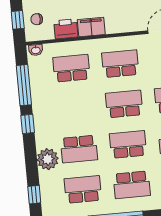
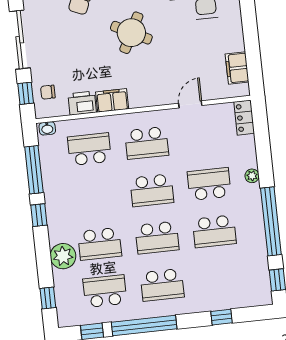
school desk: (120, 64) -> (147, 143), turned 180
school desk: (124, 104) -> (152, 190), turned 180
school desk: (128, 144) -> (157, 238), turned 180

